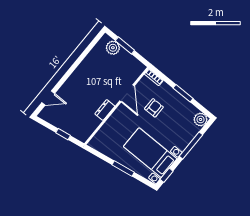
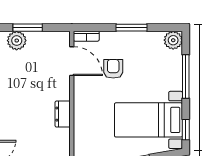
door: (127, 93) -> (72, 61), moved

